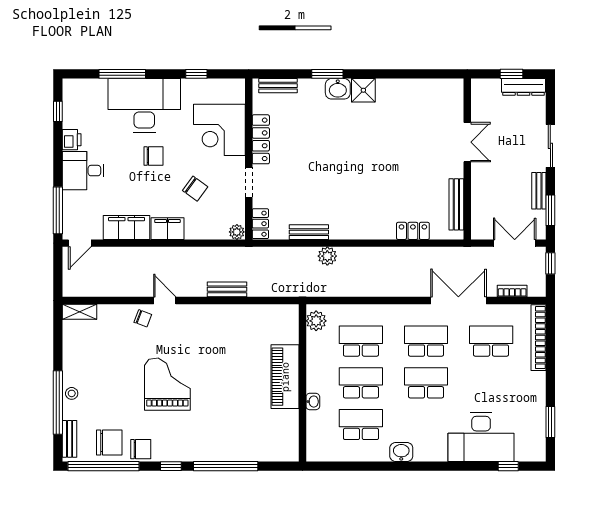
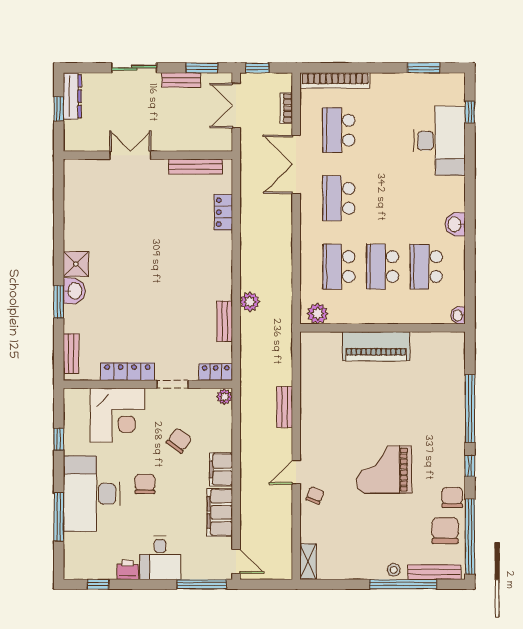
school desk: (426, 383) -> (383, 198), removed
washbasin: (313, 402) -> (458, 315), moved, turned -90
bench: (70, 439) -> (434, 572), width x1.36

